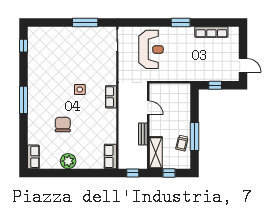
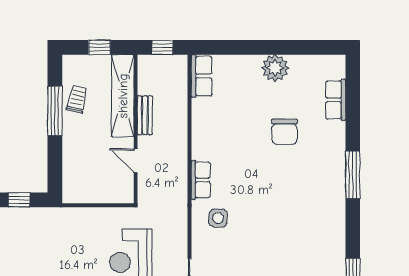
side table: (80, 89) -> (218, 218), moved
shelving: (156, 153) -> (123, 96), width x1.47
row of seats: (33, 157) -> (336, 100), moved

